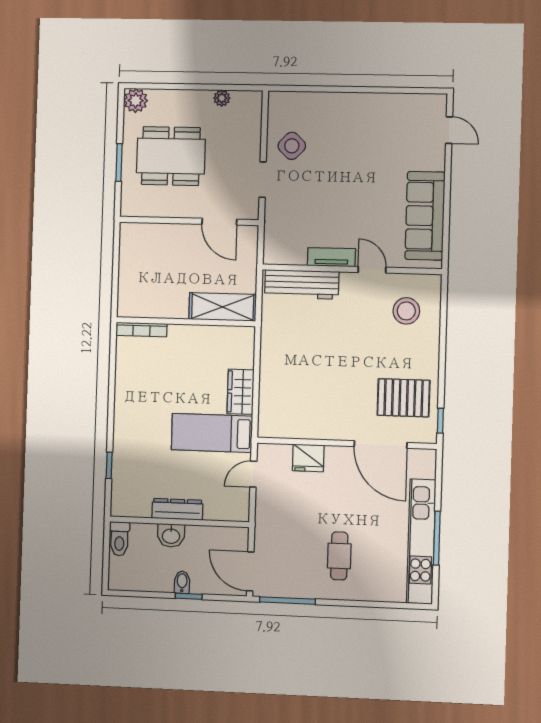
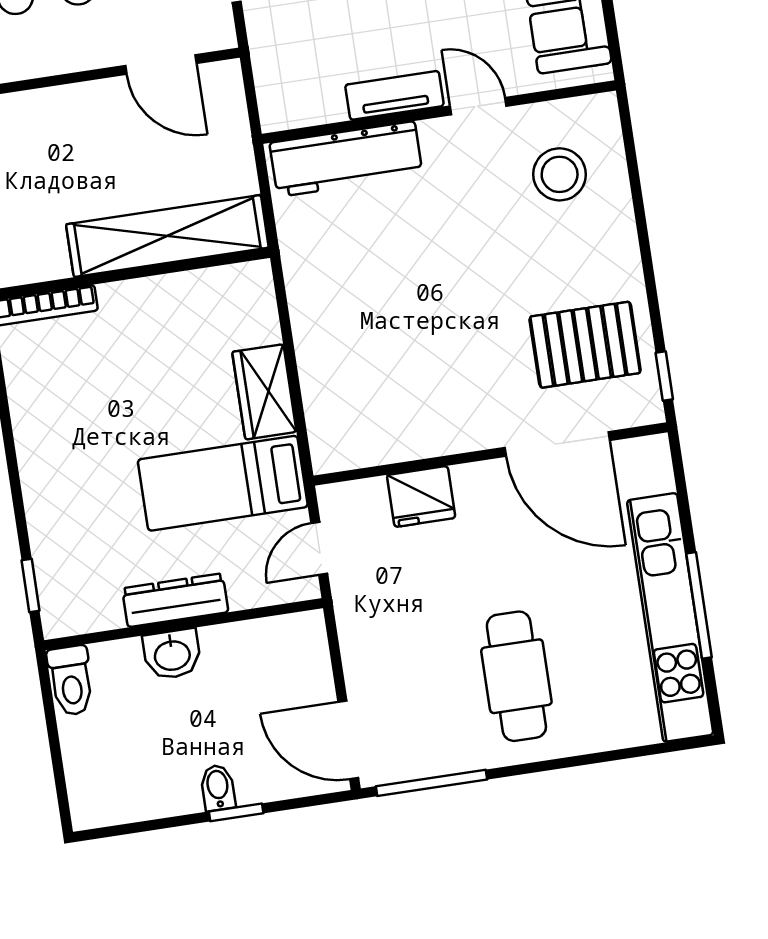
shelving: (223, 307) -> (167, 236), width x1.47
dresser: (177, 509) -> (175, 600), moved
wall: (179, 522) -> (184, 624), moved
washbasin: (171, 536) -> (172, 654), moved
toilet: (119, 539) -> (71, 681), moved
cafe table: (339, 556) -> (516, 676), width x1.37, depth x1.35

